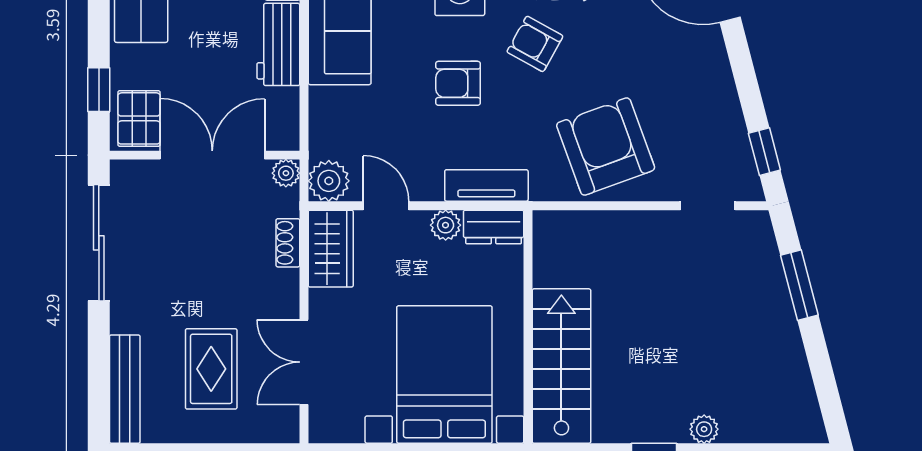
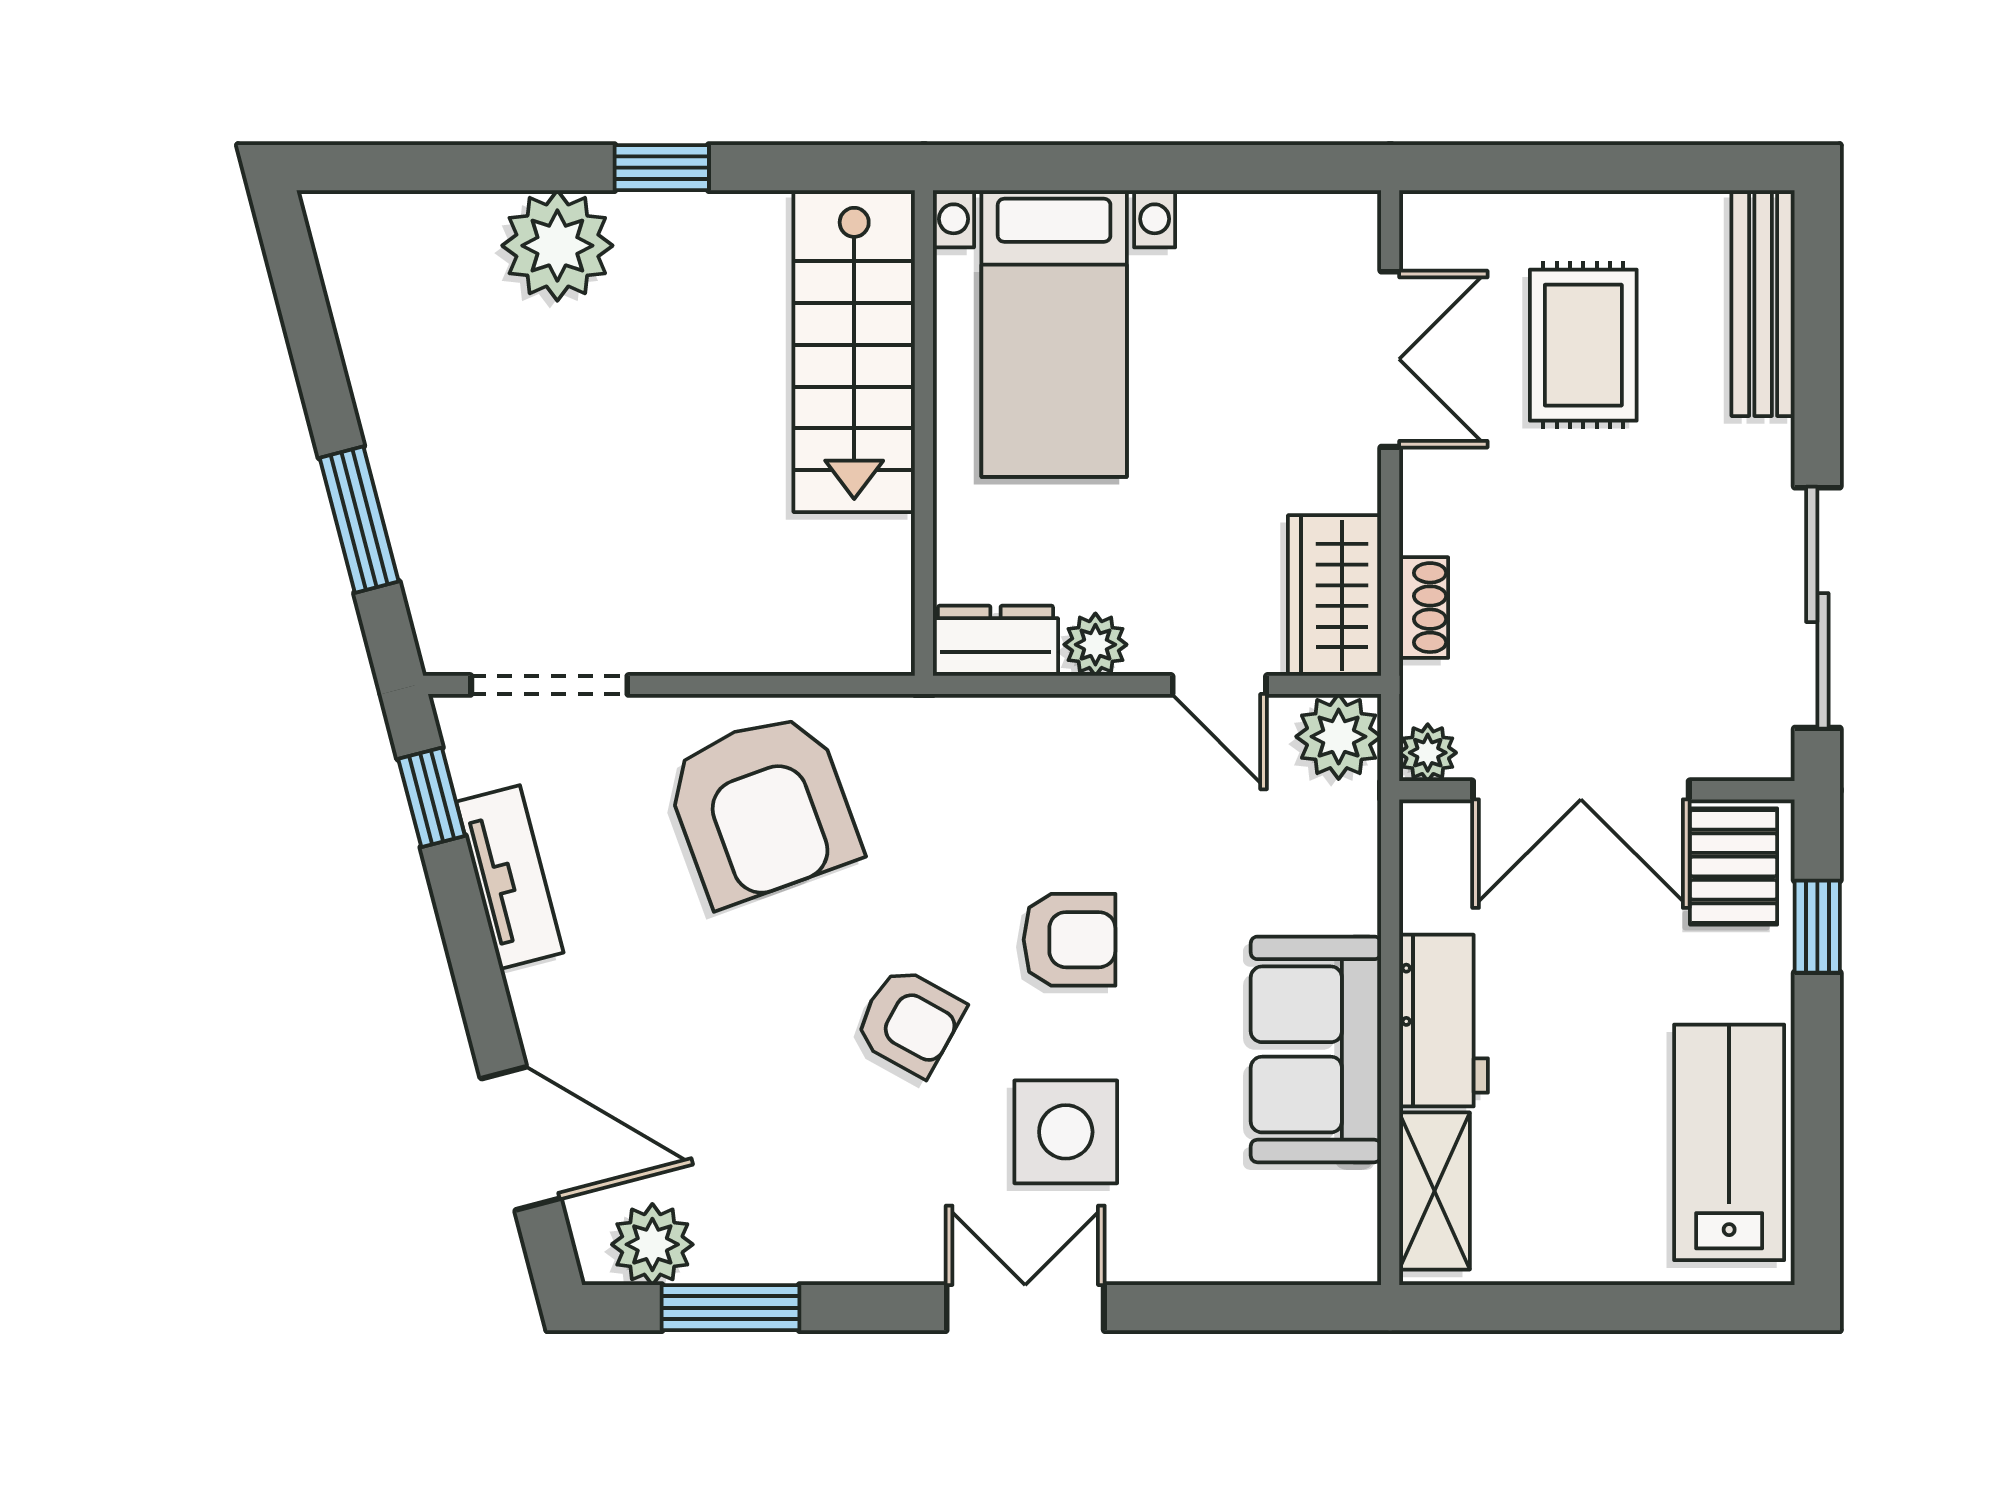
tv unit: (486, 185) -> (510, 877), moved, turned -105
doorway: (708, 206) -> (549, 685), width x1.38
bed with nightstands: (444, 375) -> (1054, 334), width x0.73
plant: (704, 429) -> (557, 246), width x1.88, depth x1.88

